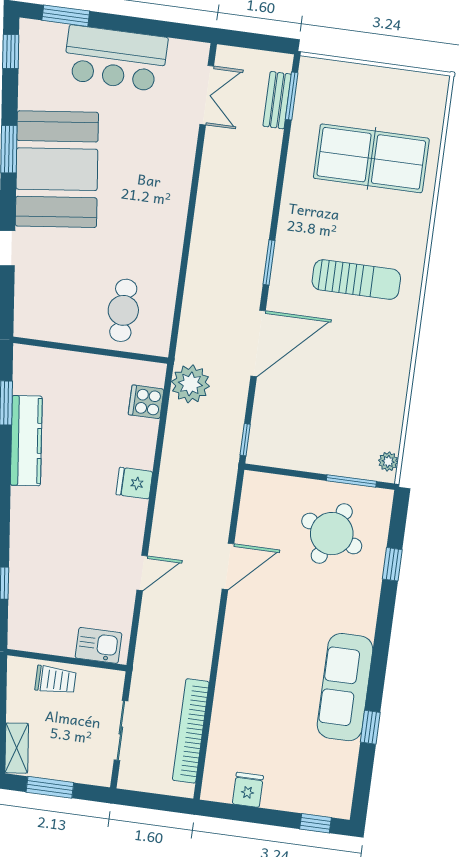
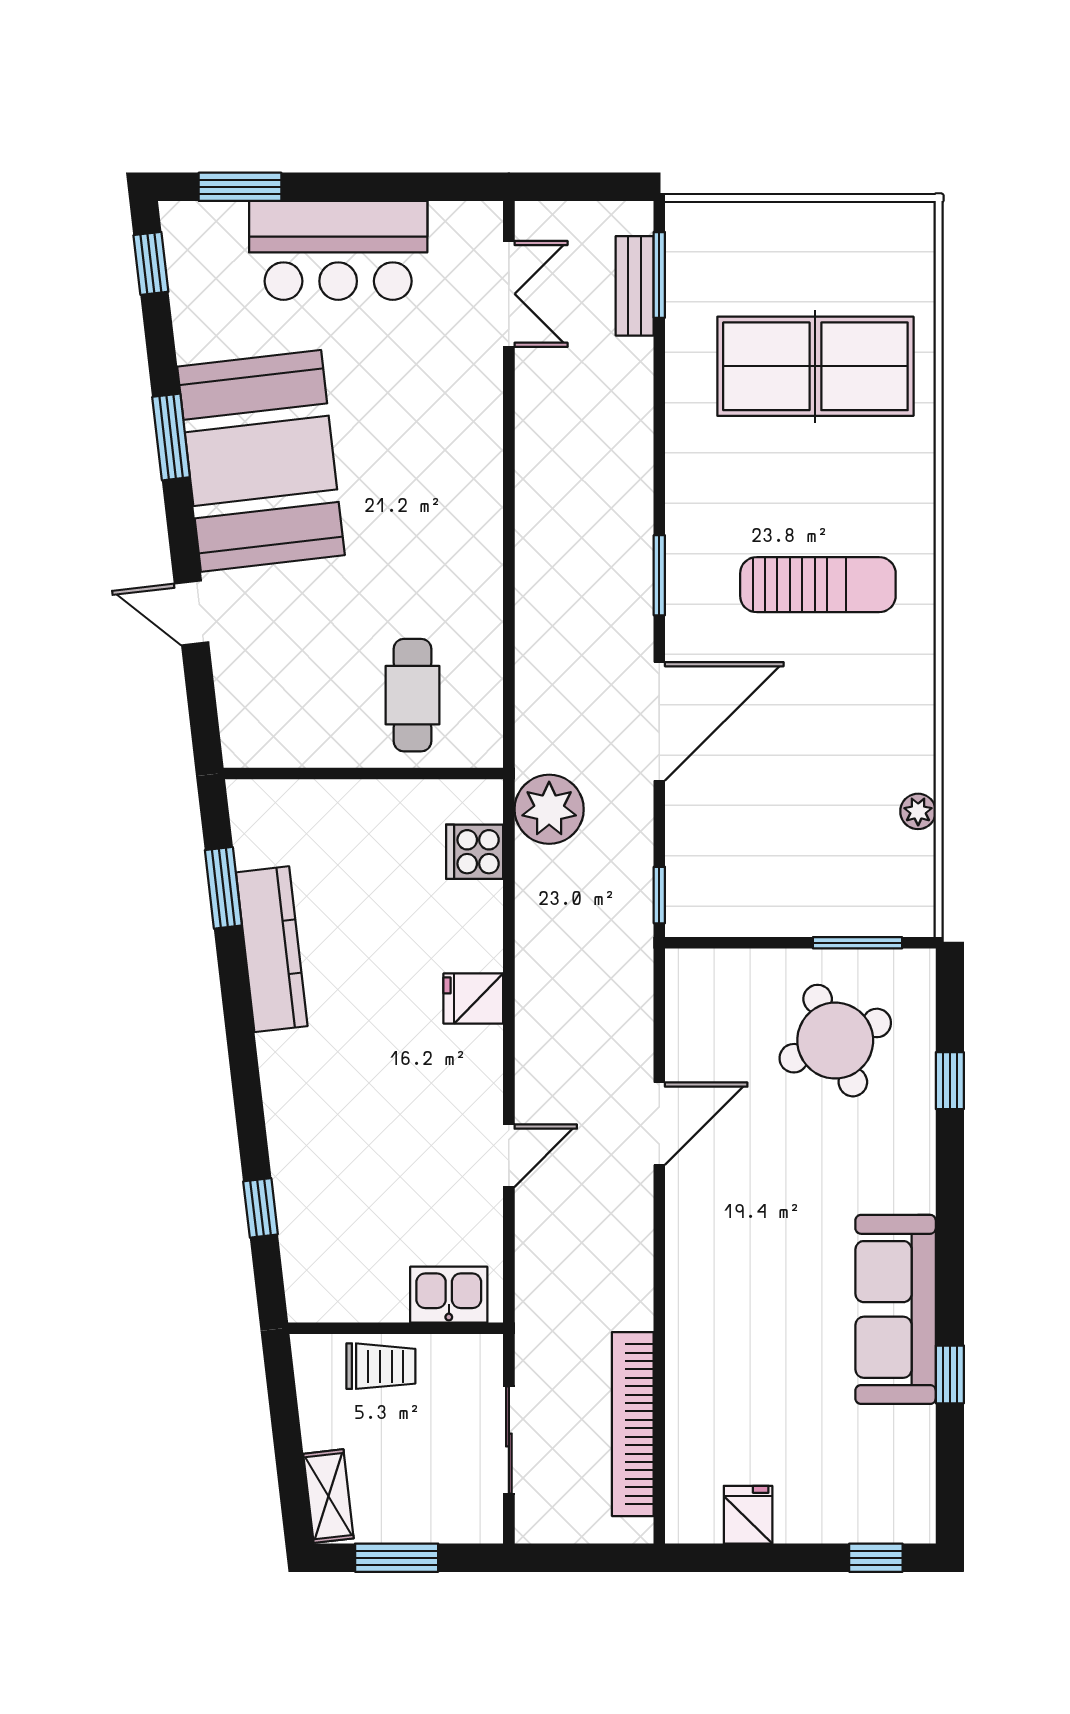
plant: (388, 461) -> (918, 811), moved
round table: (332, 534) -> (835, 1041), turned 45

